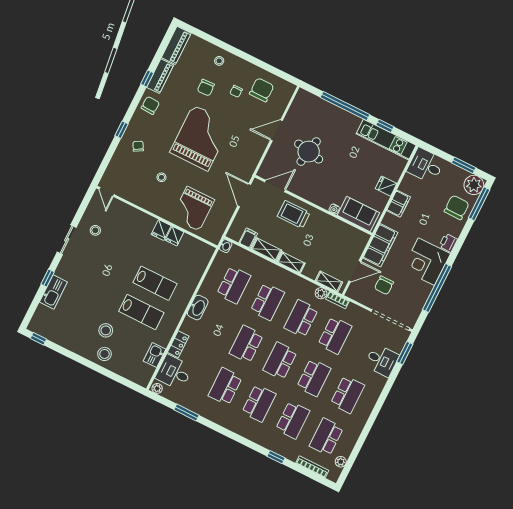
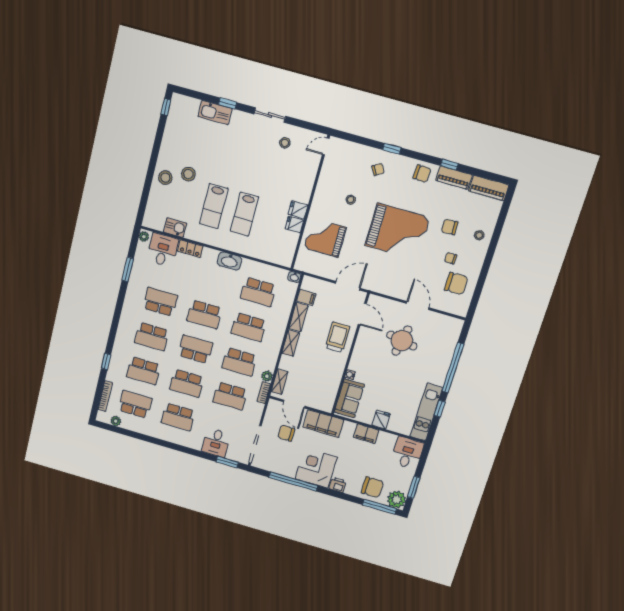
school desk: (301, 319) -> (239, 362), turned 180
school desk: (246, 344) -> (204, 314), turned 180

